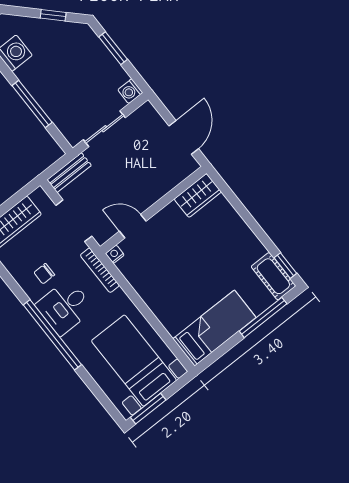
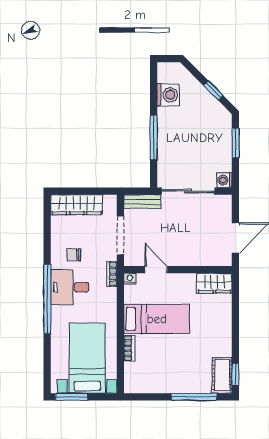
sliding door: (104, 129) -> (188, 191), width x1.37
bookcase: (100, 270) -> (112, 274), width x0.64
bookcase: (166, 320) -> (129, 348), added
bed: (214, 328) -> (157, 319), moved

